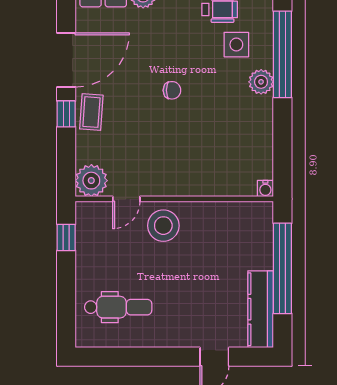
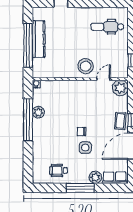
side table: (236, 45) -> (85, 148), moved
window: (282, 54) -> (28, 120), moved
plant: (261, 82) -> (38, 112), moved
kitchen counter: (261, 309) -> (39, 39), moved

